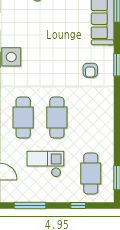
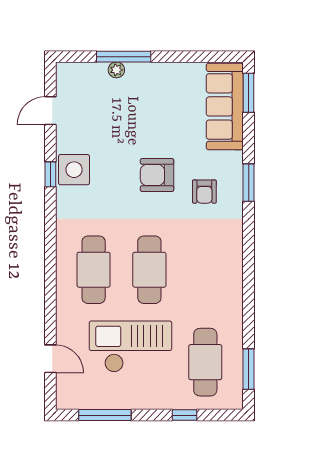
armchair: (62, 60) -> (157, 175), added
checkout: (45, 164) -> (130, 347), width x1.36, depth x1.21

